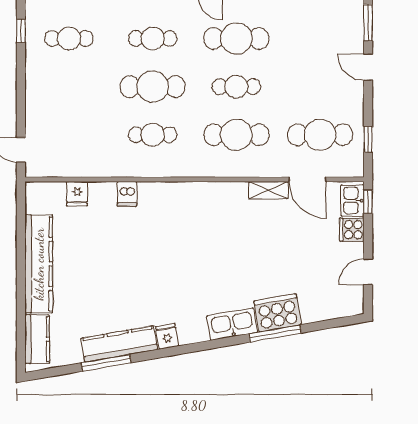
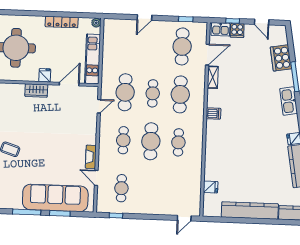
window: (368, 23) -> (119, 17), removed
dishwasher: (127, 194) -> (213, 113), moved
window: (368, 202) -> (233, 21), moved
cooker: (278, 313) -> (281, 58), moved

